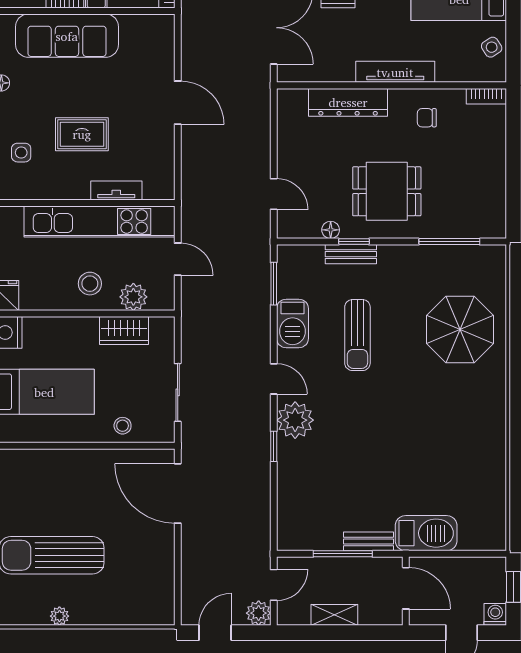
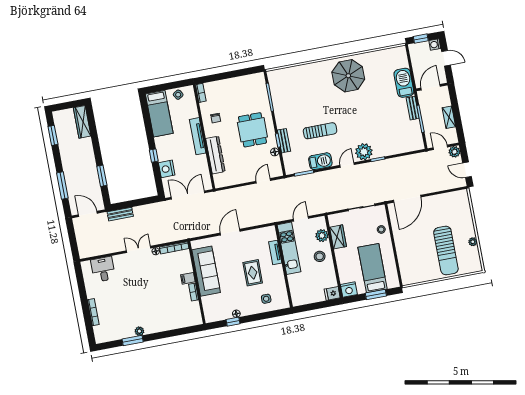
sofa: (67, 36) -> (206, 271), moved
kitchen unit: (99, 222) -> (289, 248), width x0.73
parasol: (460, 330) -> (348, 76), moved

